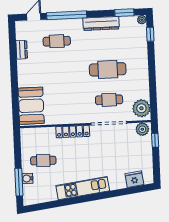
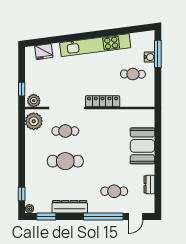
booth: (31, 106) -> (142, 146), moved
kitchen unit: (83, 188) -> (95, 45), width x1.36

